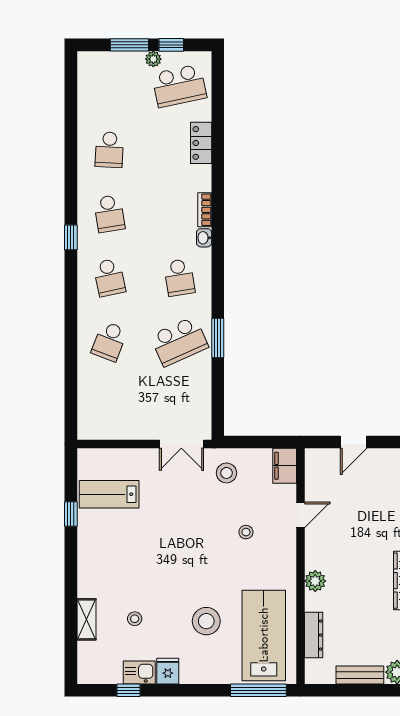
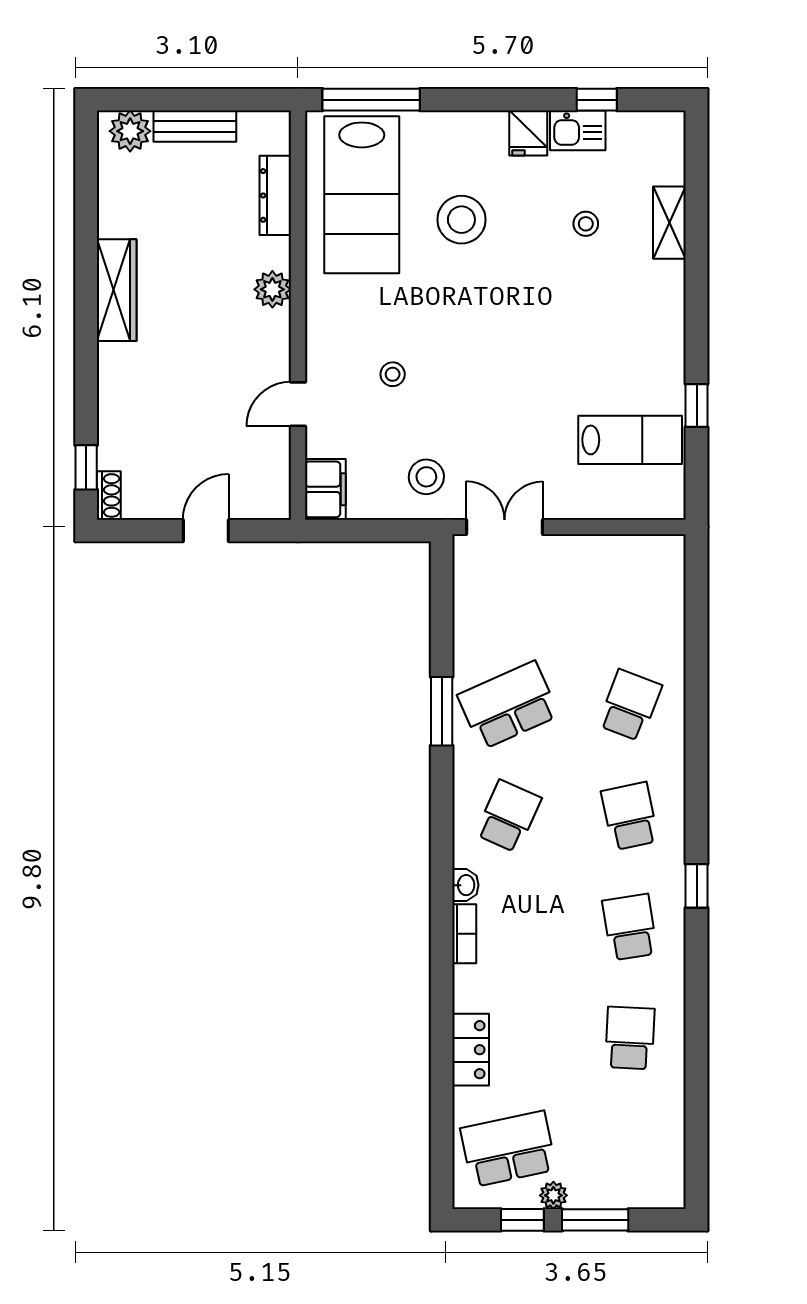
school desk: (179, 277) -> (508, 816), turned 33

